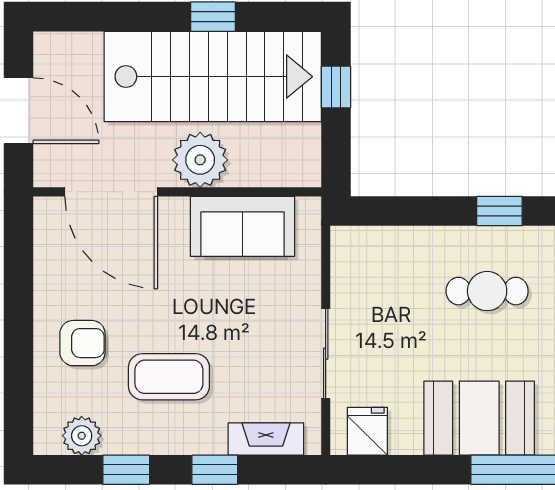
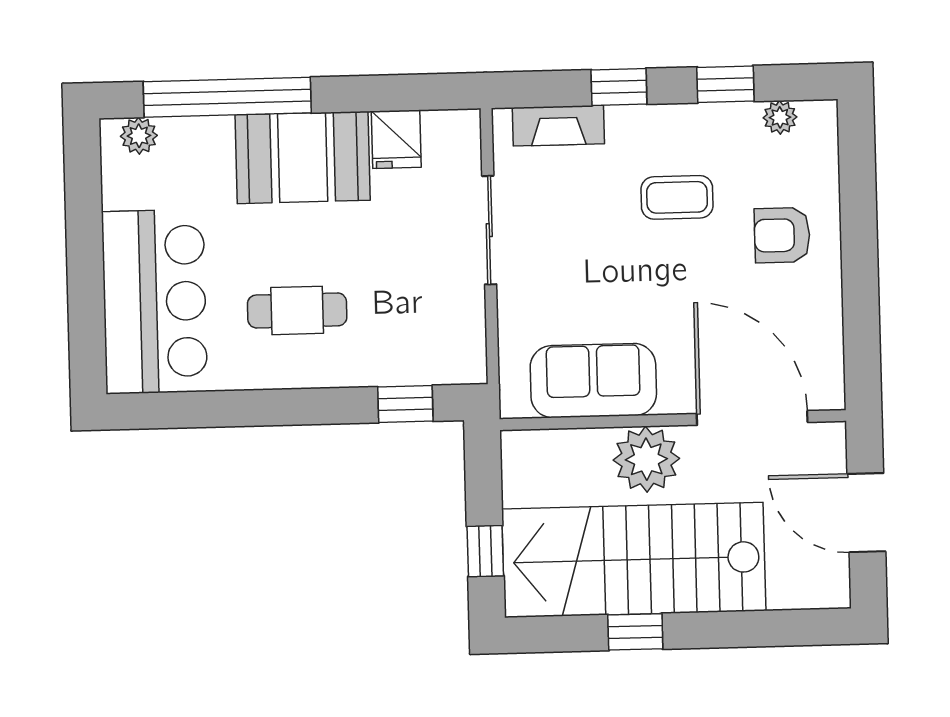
window: (499, 211) -> (405, 404), moved
coffee table: (169, 377) -> (677, 197), width x0.73, depth x0.77
fridge: (367, 431) -> (396, 139), moved
plant: (82, 436) -> (780, 117), width x0.73, depth x0.73

